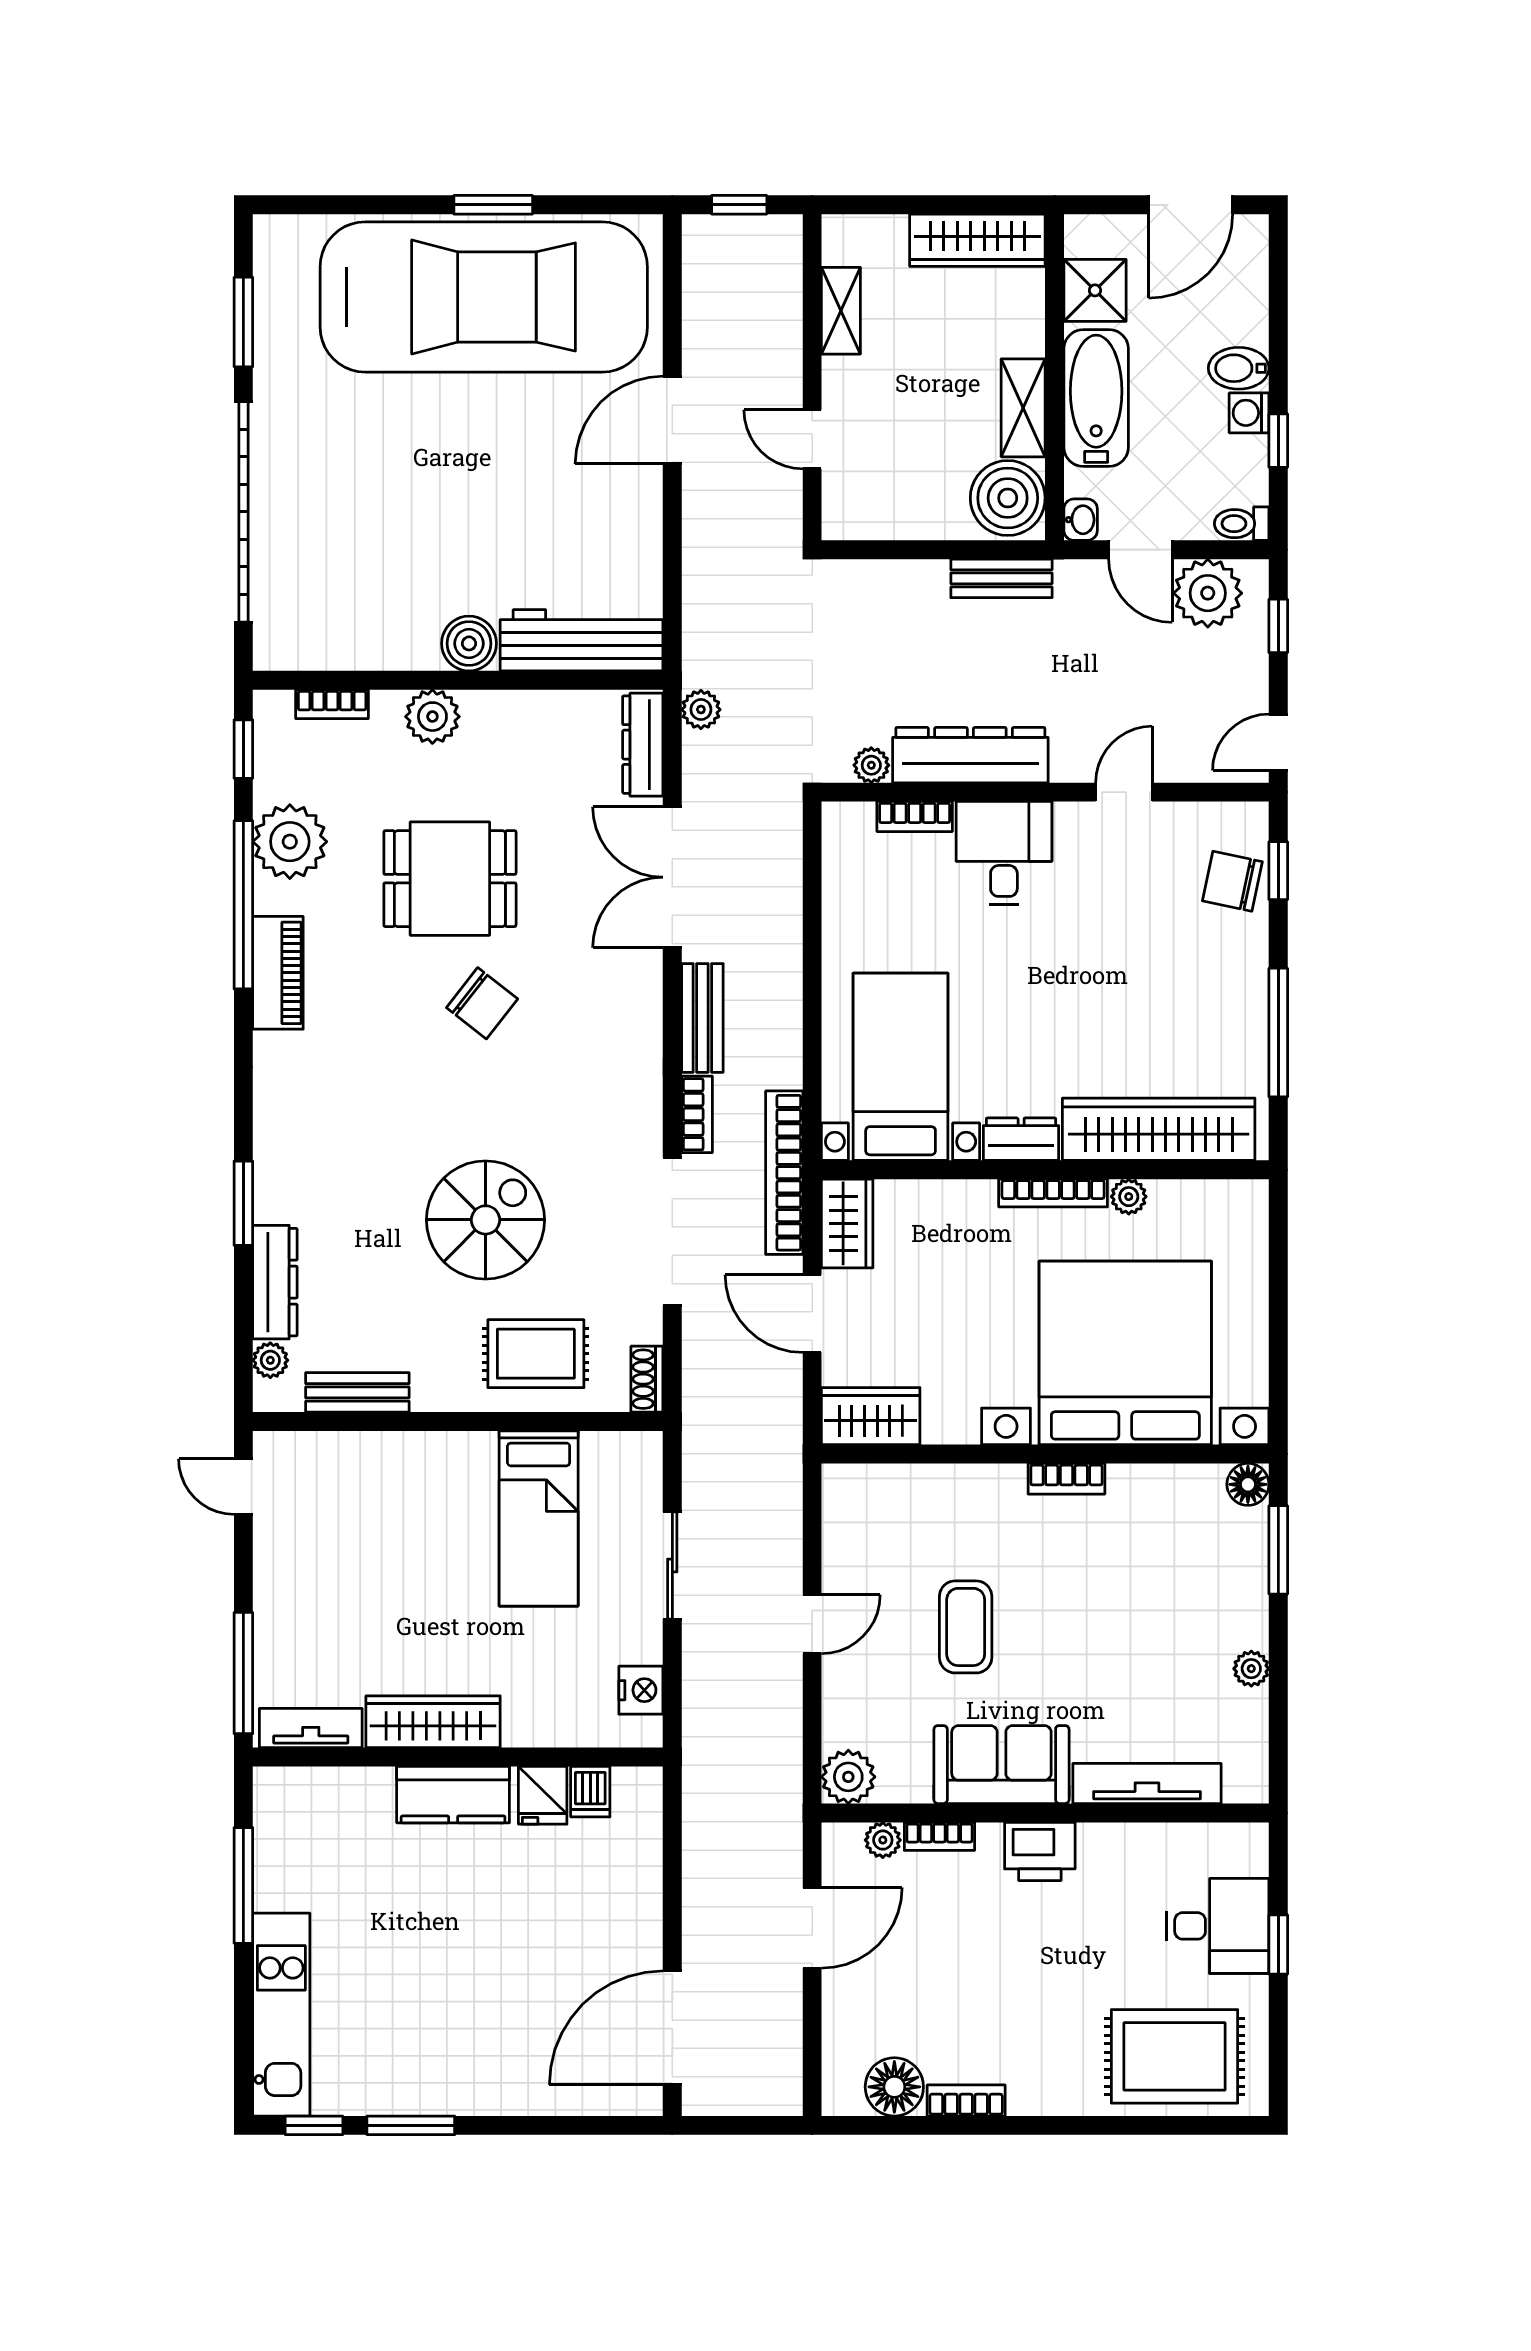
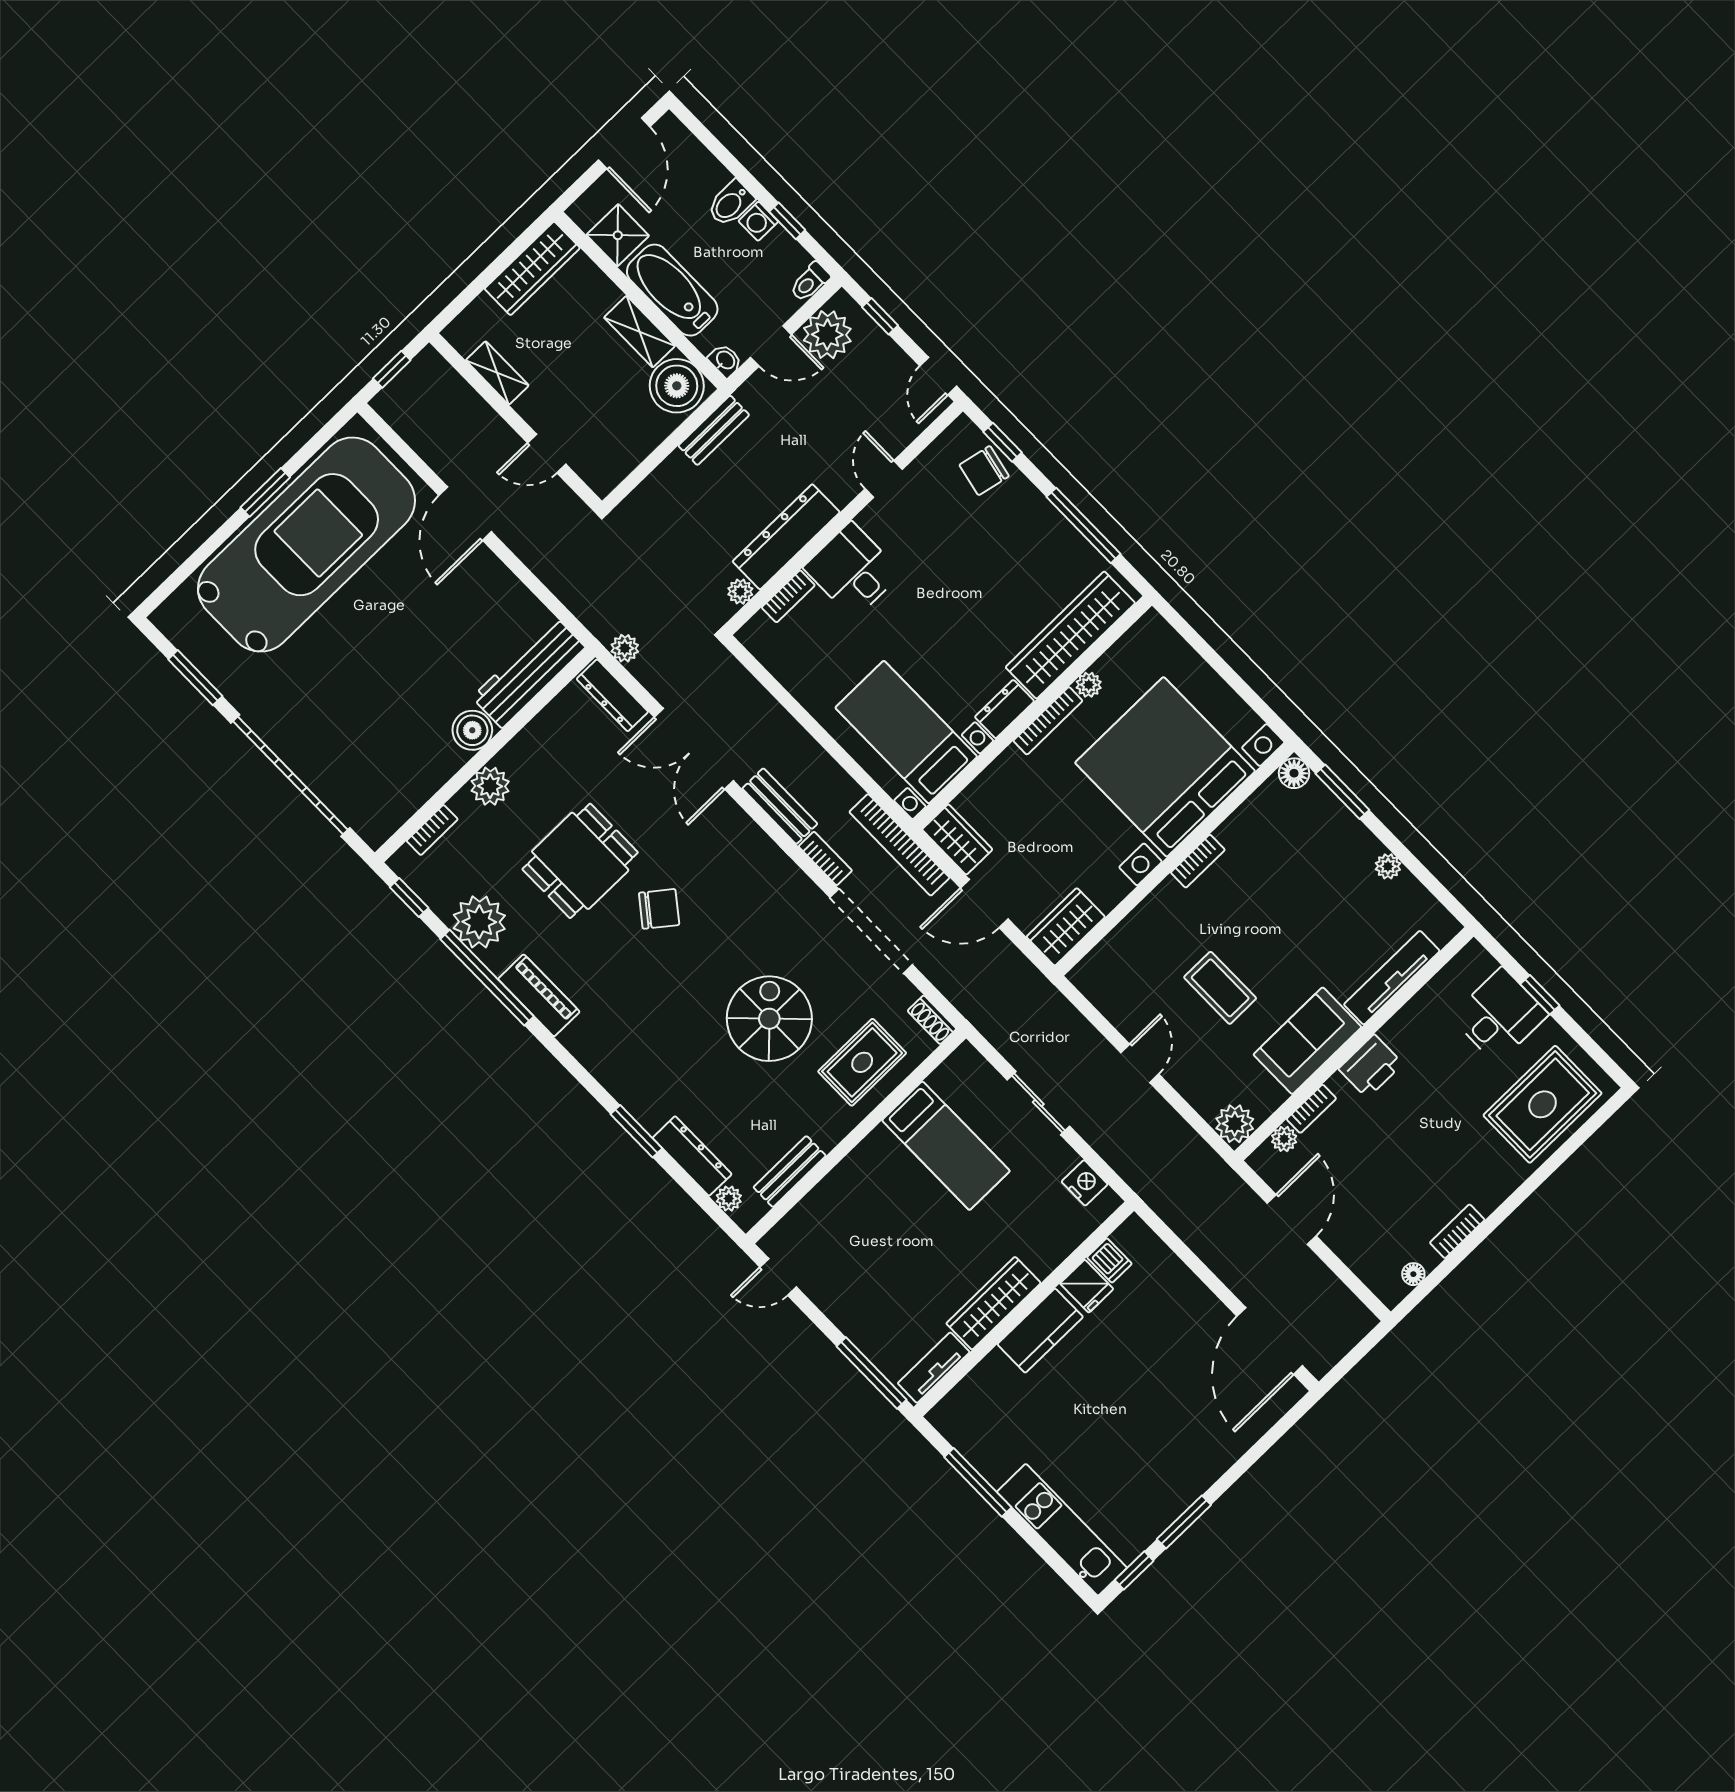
floor lamp: (894, 2087) -> (1413, 1274), width x0.53, depth x0.53

